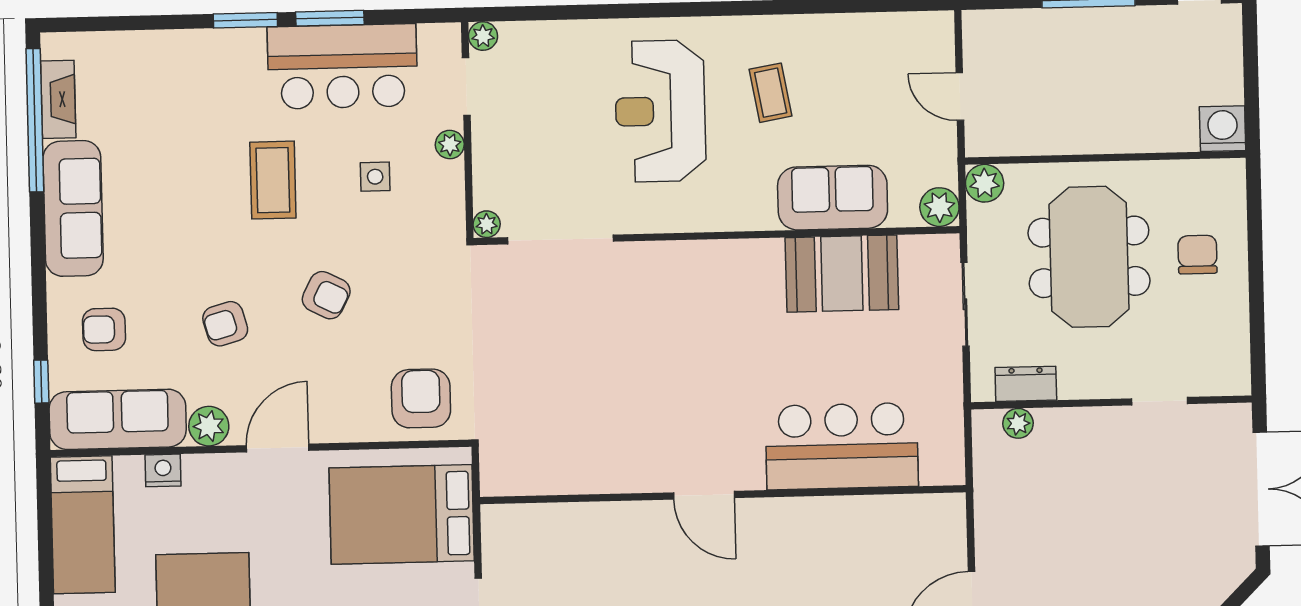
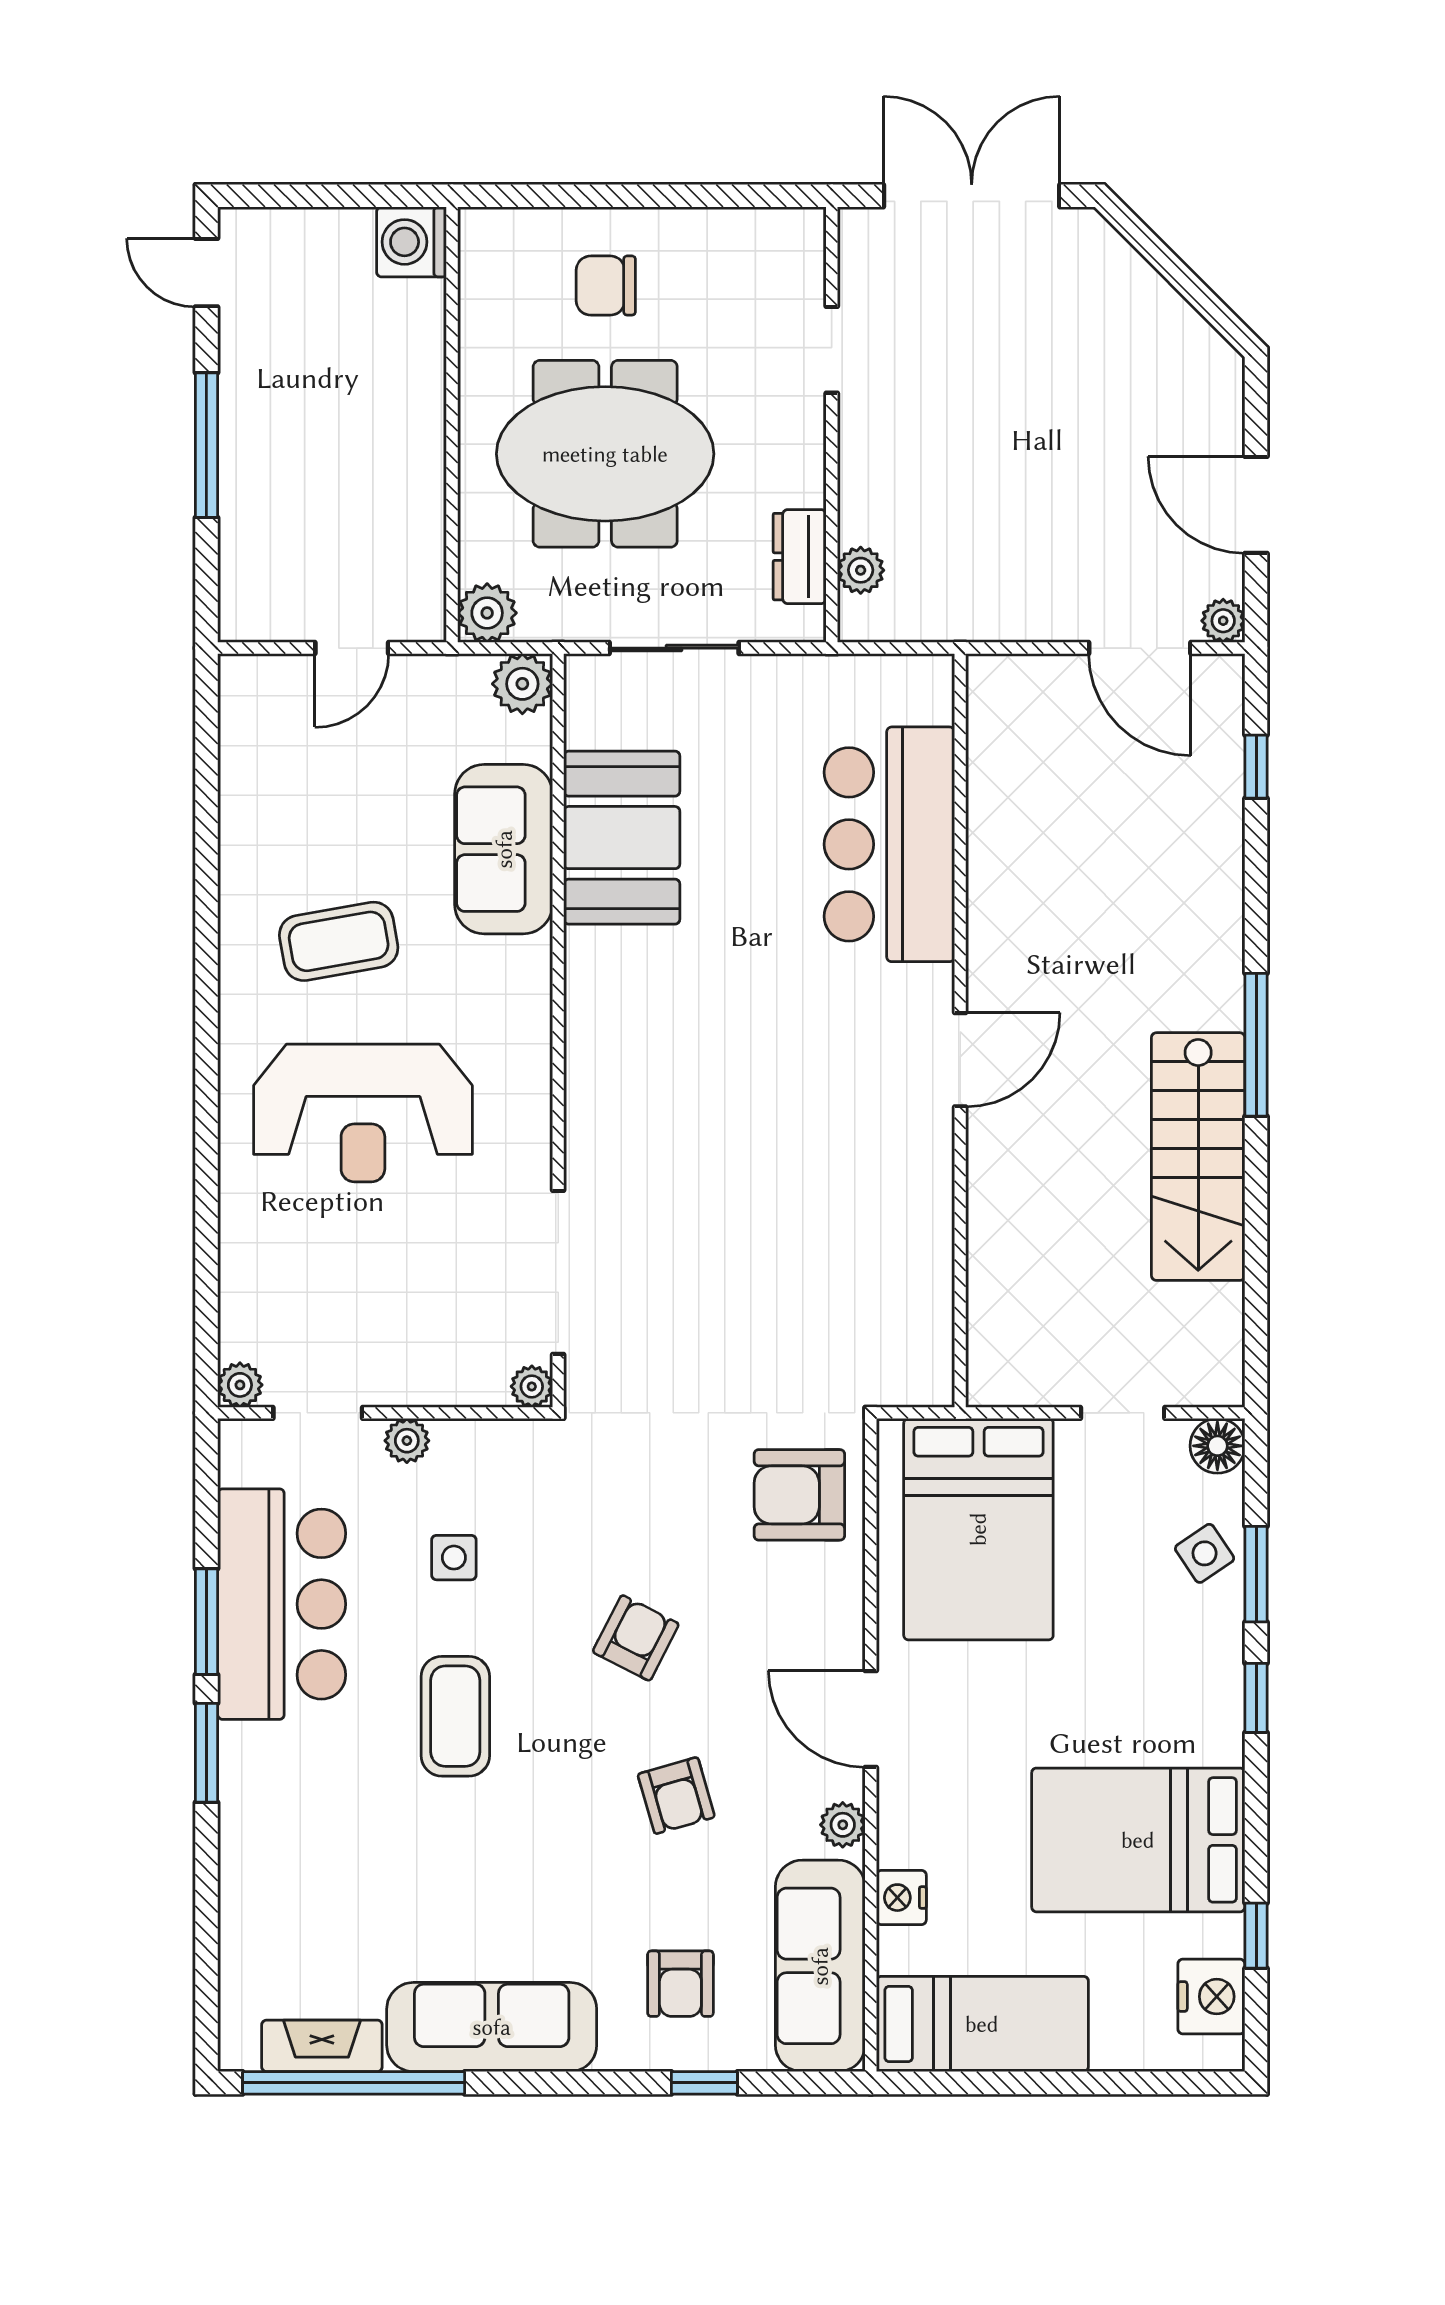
coffee table: (771, 93) -> (339, 941), width x1.36, depth x1.30
coffee table: (273, 180) -> (455, 1716), turned 90
window: (41, 382) -> (704, 2083), moved
plant: (209, 426) -> (843, 1825), width x0.73, depth x0.73

